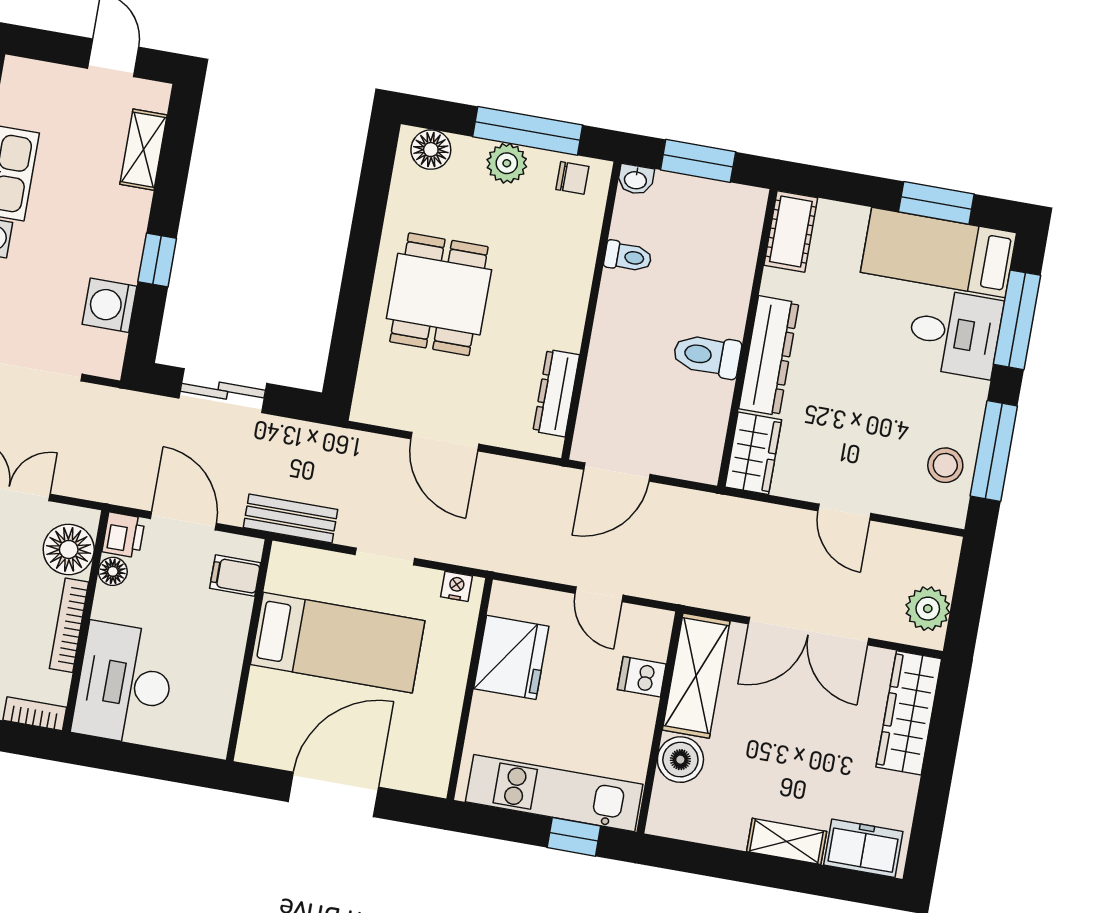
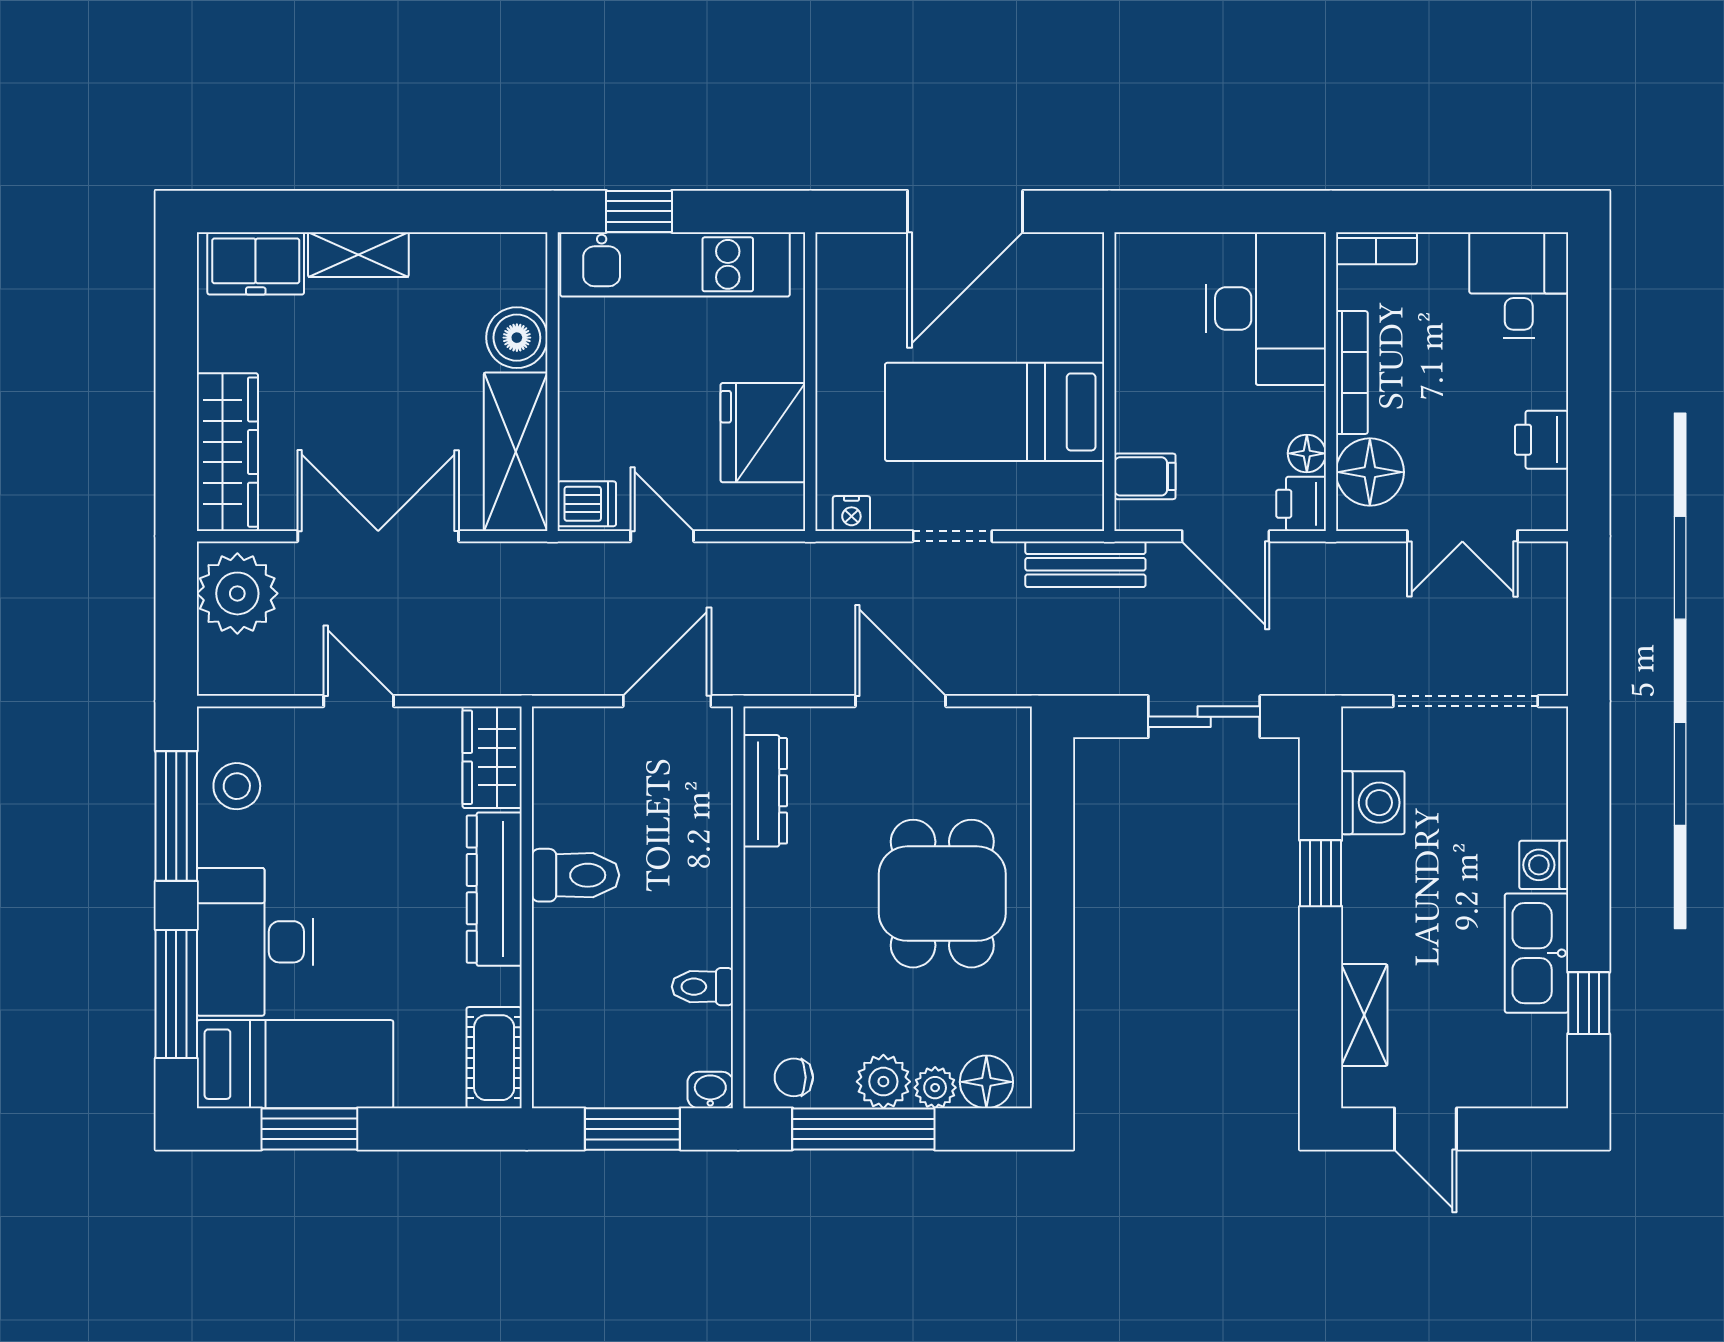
plant: (469, 152) -> (935, 1088), added
desk: (955, 333) -> (255, 942), width x1.37
plant: (928, 609) -> (237, 593), width x1.36, depth x1.36
dishwasher: (642, 677) -> (587, 504), moved

